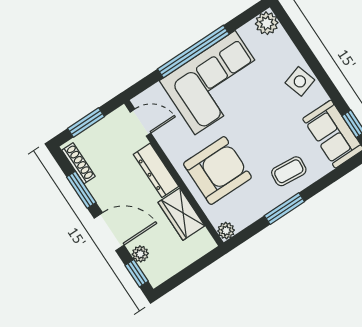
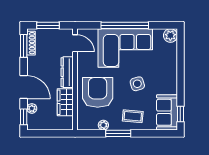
side table: (300, 81) -> (137, 84), moved
armchair: (217, 170) -> (98, 92), turned -90
window: (81, 190) -> (24, 46), moved
plant: (226, 231) -> (103, 125), moved

